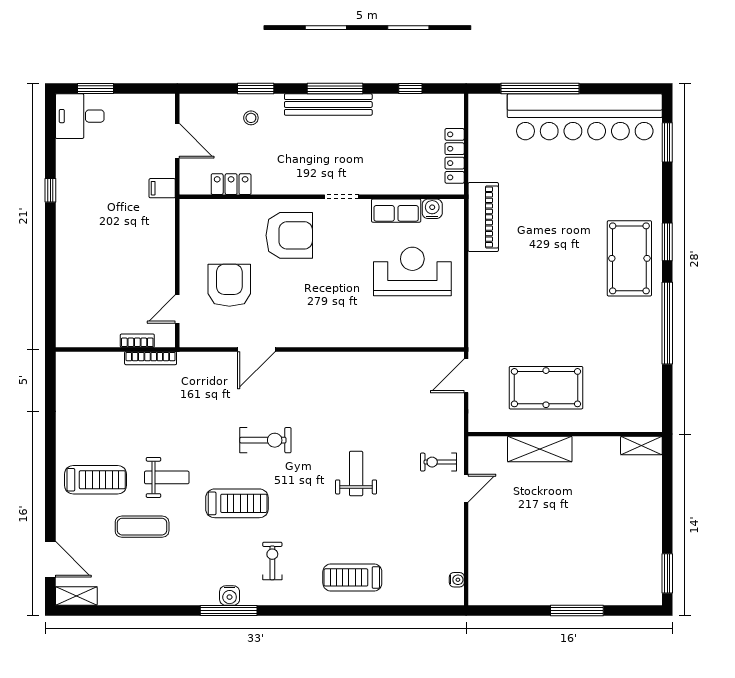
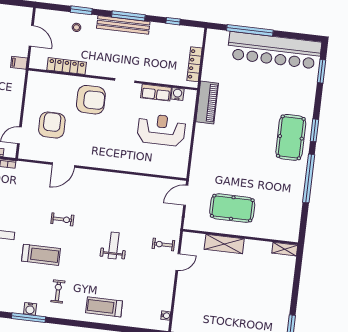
locker: (231, 184) -> (67, 66), width x1.53
exercise bike: (265, 440) -> (62, 219), width x0.73, depth x0.72

